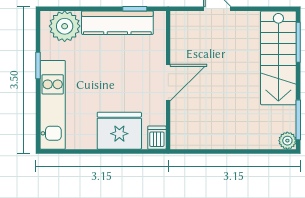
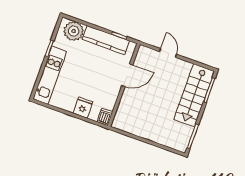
door: (168, 83) -> (127, 75), moved
fridge: (119, 131) -> (83, 108), width x0.53, depth x0.75
plant: (287, 141) -> (182, 146), removed

